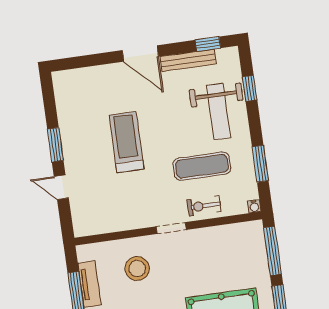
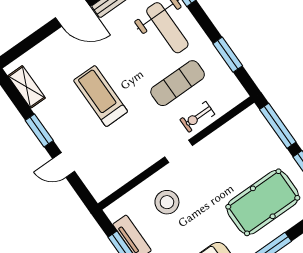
shelving: (64, 100) -> (27, 87), added
water cooler: (254, 206) -> (242, 95), removed

